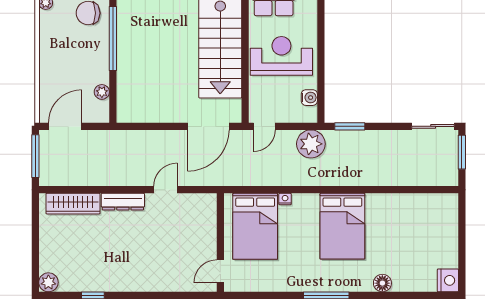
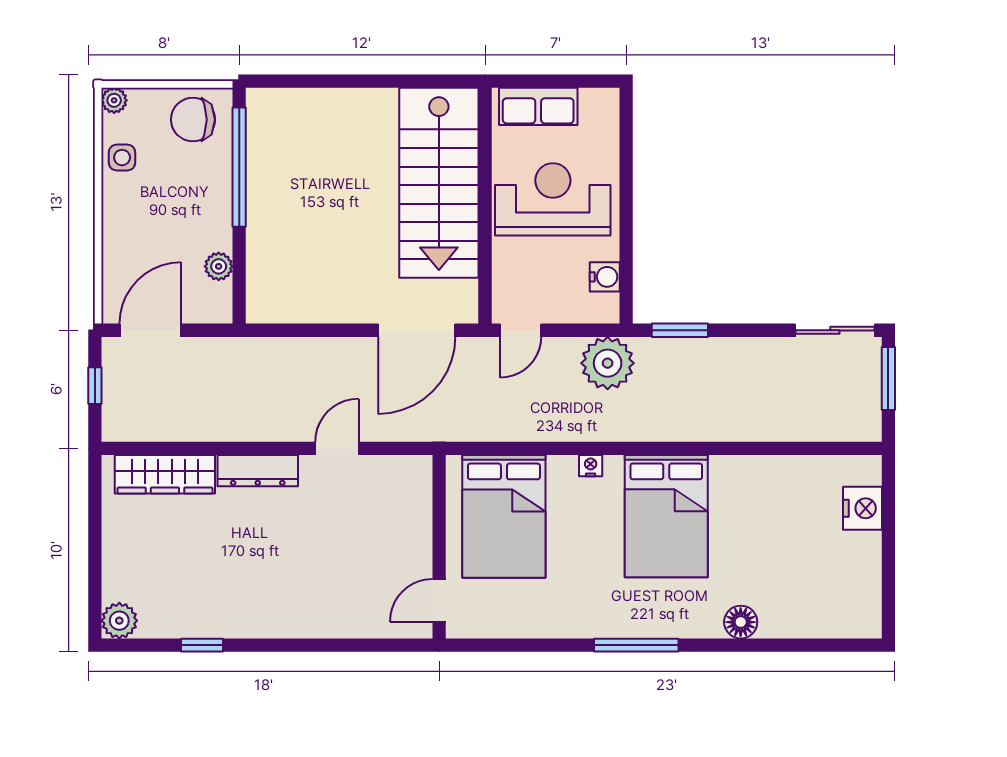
side table: (50, 33) -> (122, 158), added
window: (35, 156) -> (95, 386), width x0.46
nightstand: (285, 199) -> (591, 466), moved
nightstand: (448, 280) -> (863, 508), moved

